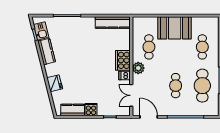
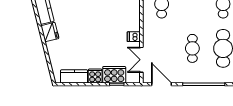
cooker: (123, 60) -> (114, 75), moved, turned 90
plant: (138, 68) -> (149, 28), removed
fridge: (55, 83) -> (50, 32), moved

